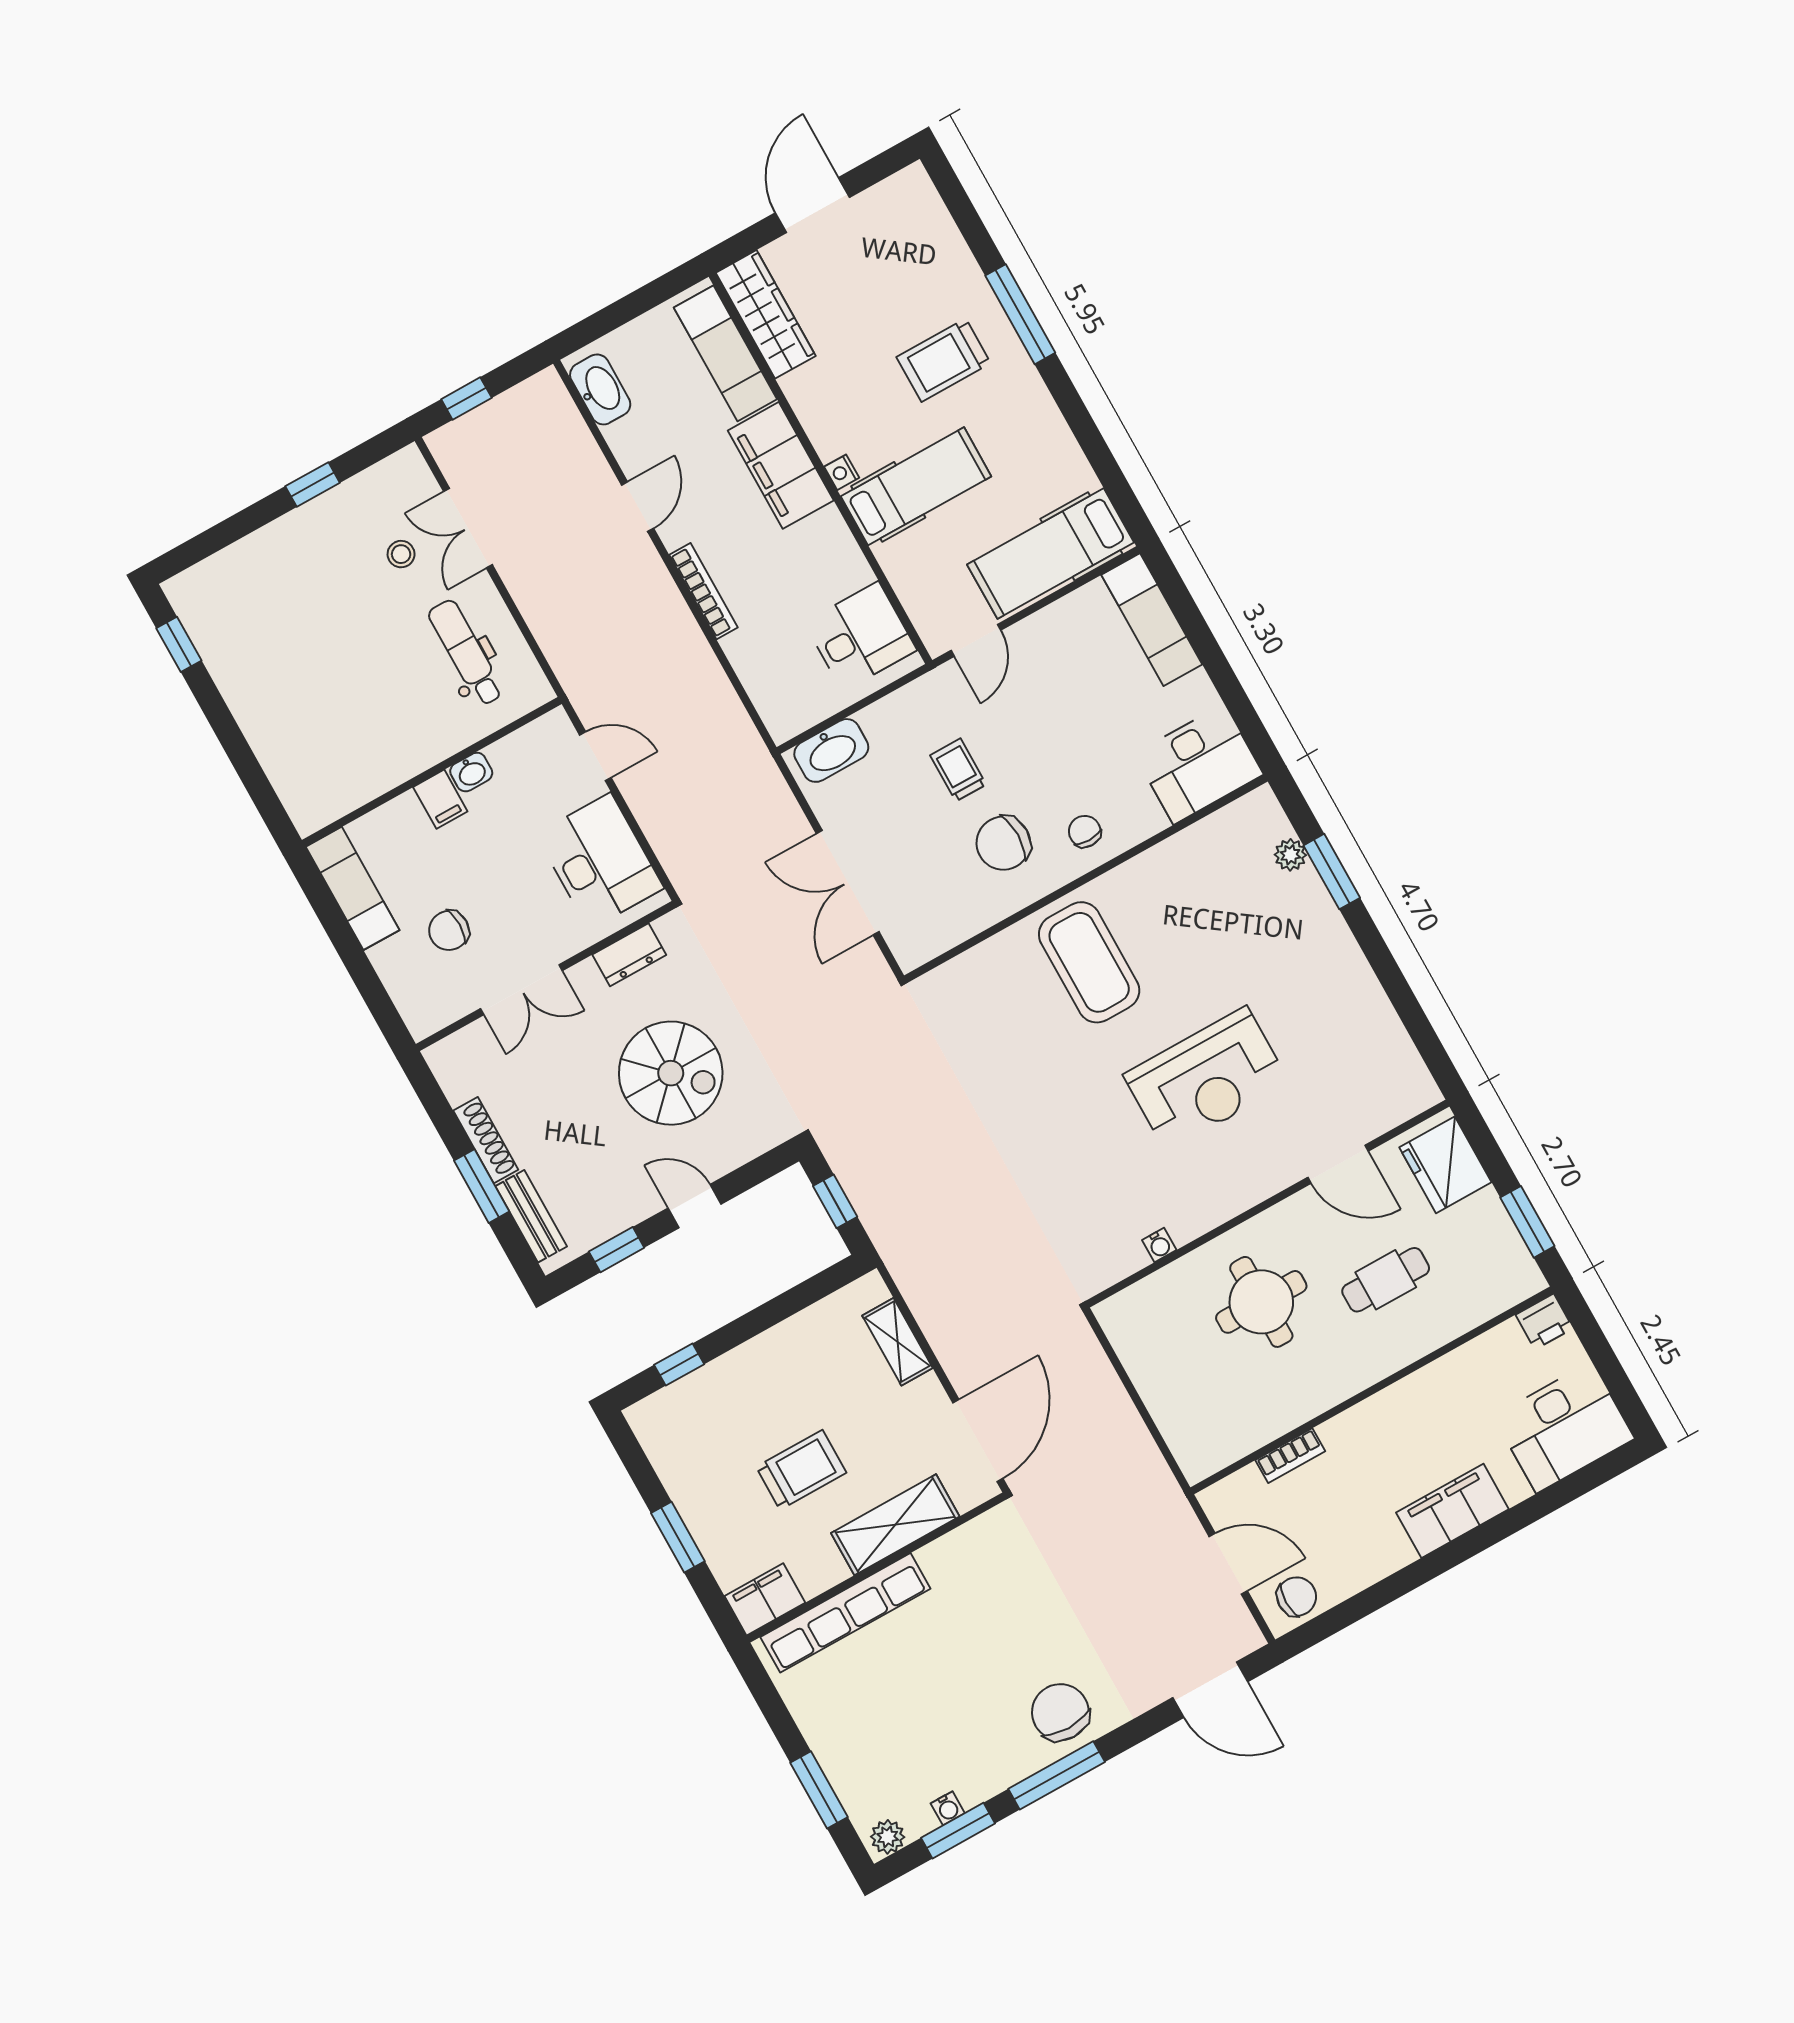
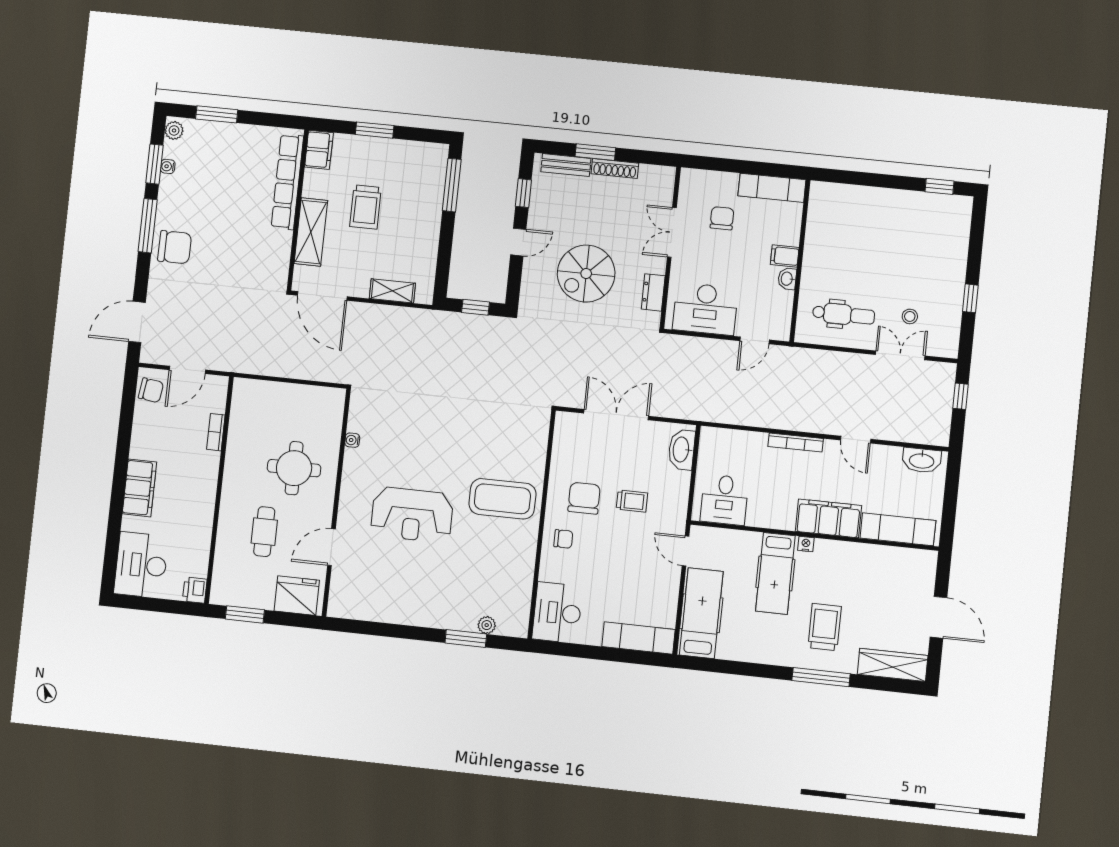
wardrobe: (766, 314) -> (893, 665), moved, turned 180
reception desk: (1206, 1079) -> (412, 515), turned -90
window: (679, 1365) -> (452, 185), width x2.17
chair: (1297, 1597) -> (151, 390), turned -82

